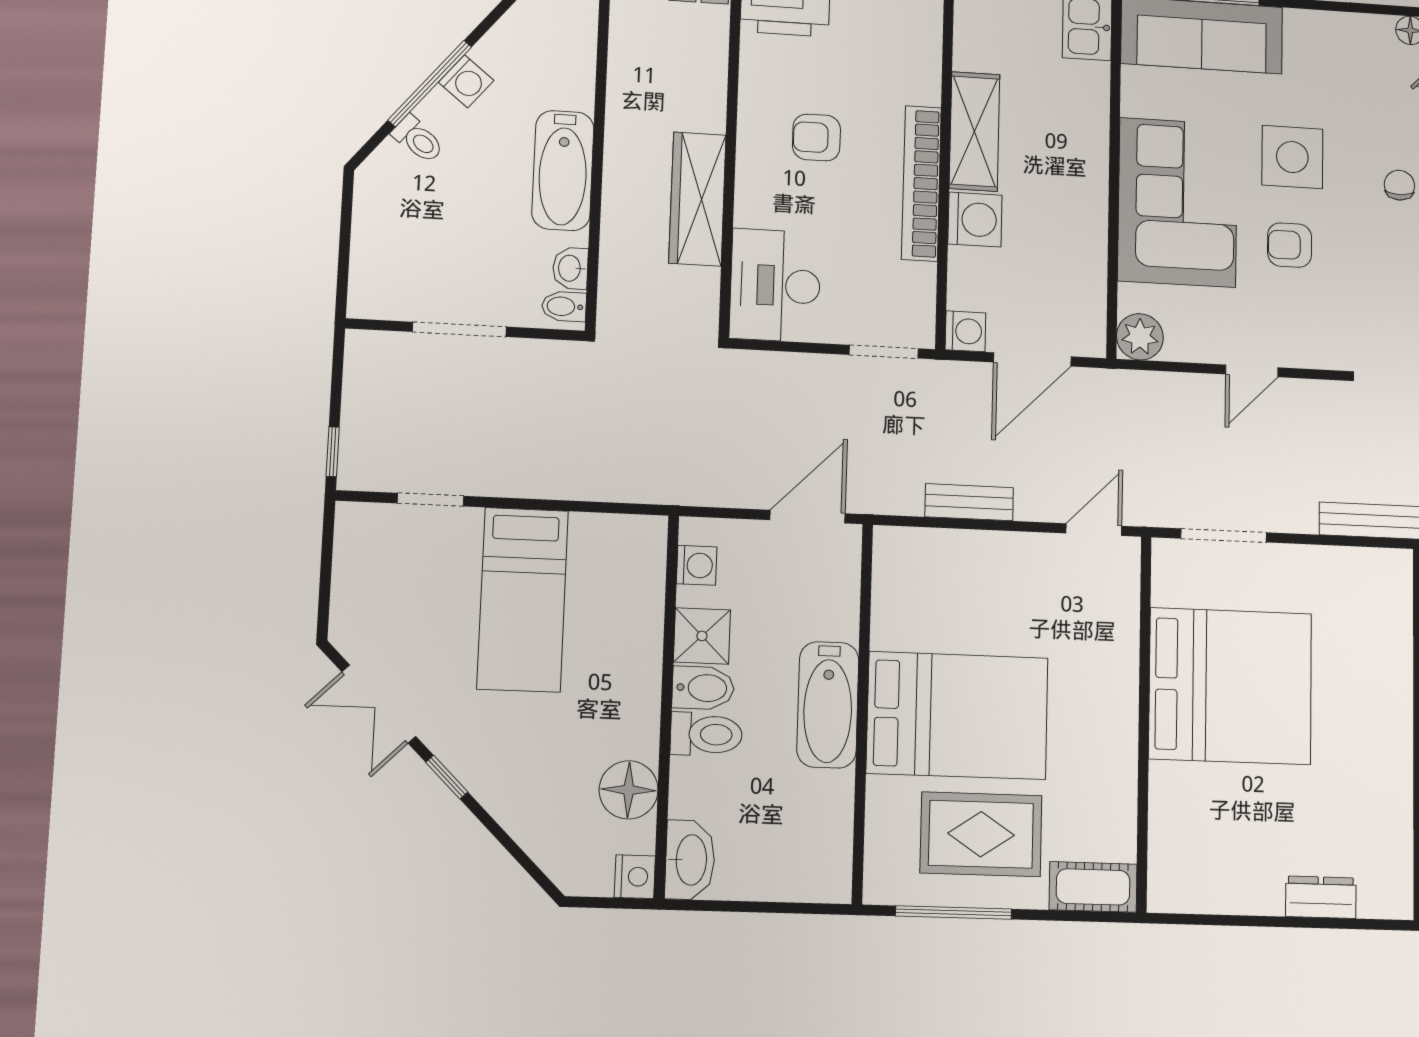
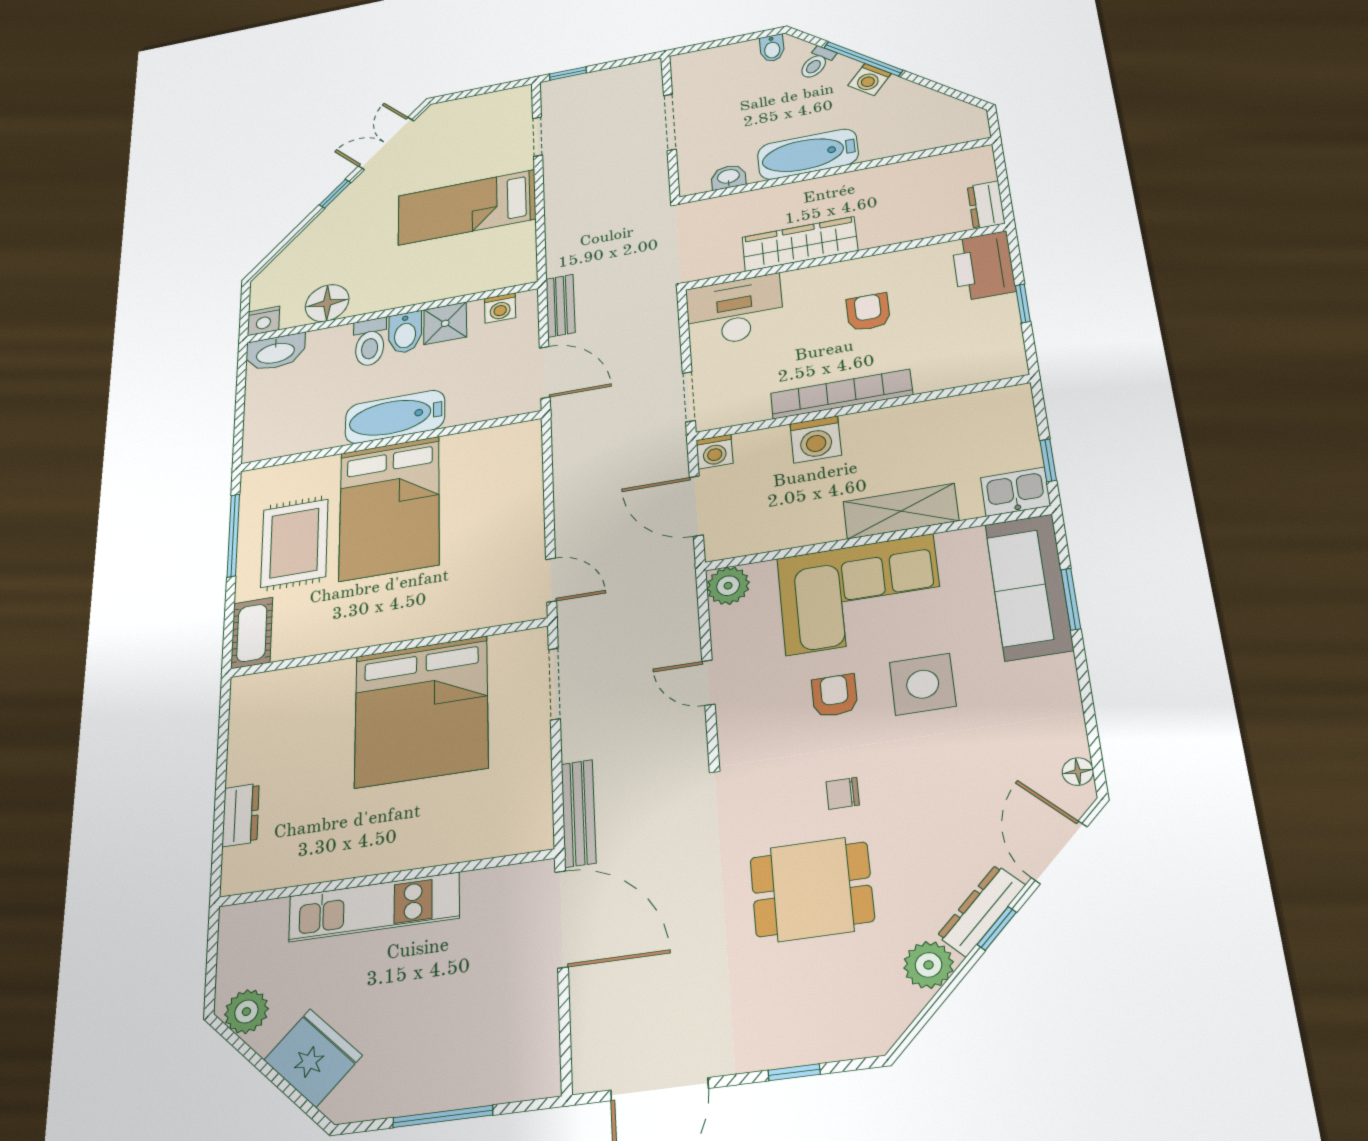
shelving: (974, 131) -> (901, 511), moved
chair: (1399, 185) -> (843, 793), moved, turned 180
bidet: (564, 306) -> (772, 48), moved, turned 180
bench: (969, 502) -> (560, 306), moved

